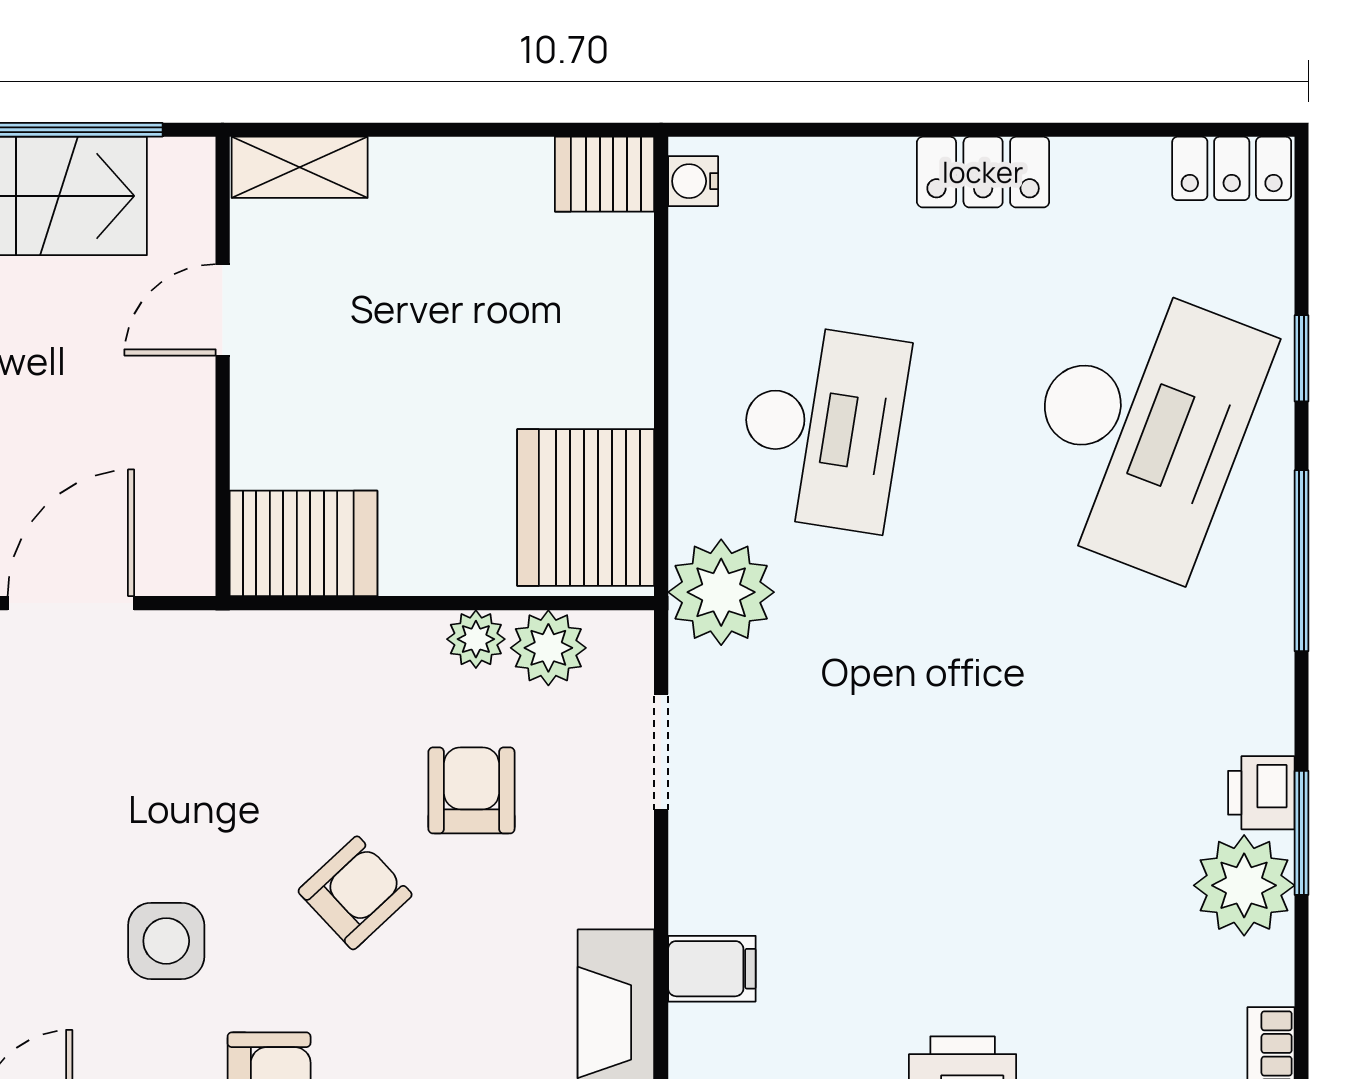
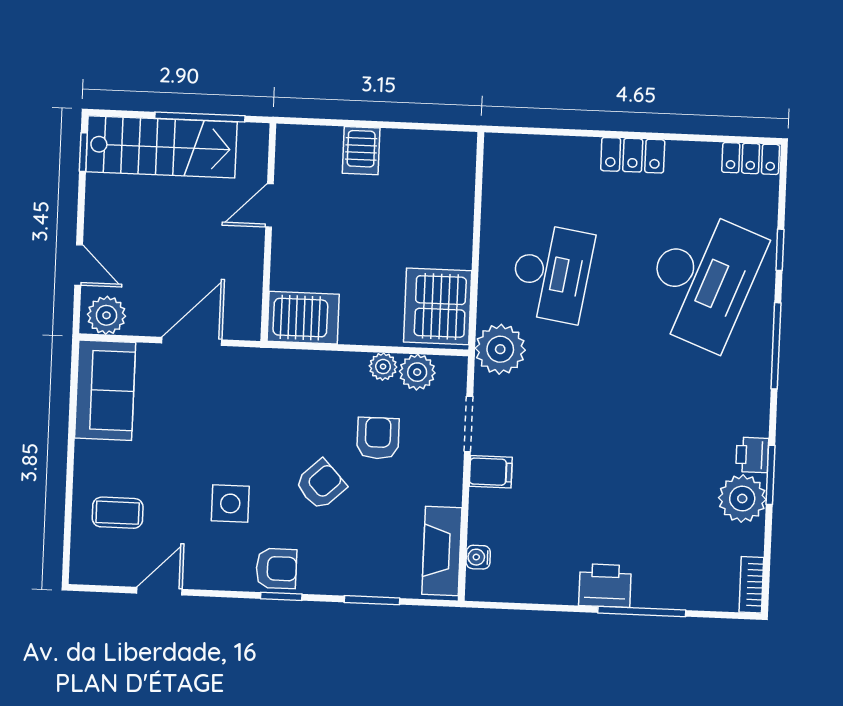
shelving: (300, 167) -> (309, 139), removed
server rack: (605, 174) -> (361, 151), moved, turned -90
water cooler: (693, 181) -> (478, 557), moved
filing cabinet: (712, 969) -> (491, 472), moved

